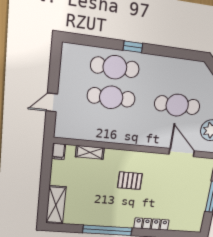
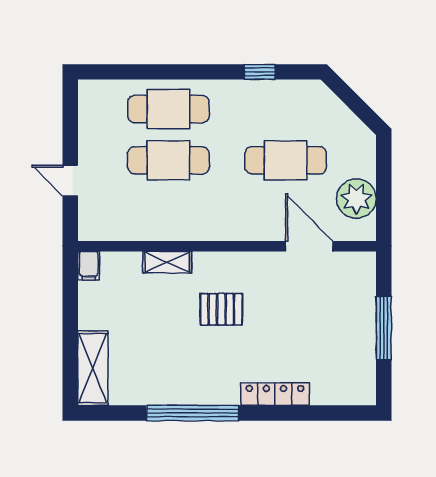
window: (133, 47) -> (260, 72), moved
door: (52, 102) -> (70, 181), hinge flipped
shelving: (90, 152) -> (167, 262), moved

